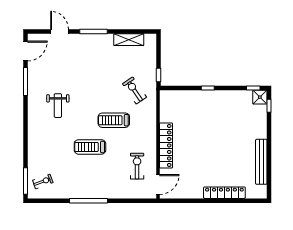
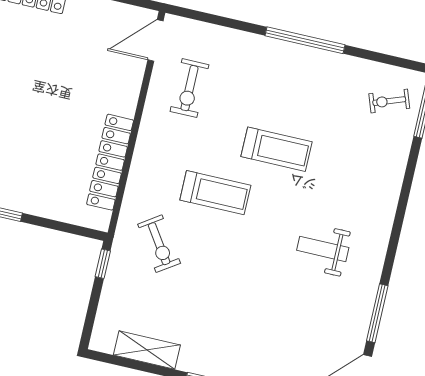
weight bench: (58, 106) -> (323, 249), turned -90
locker: (166, 145) -> (110, 162), moved

